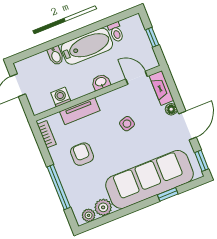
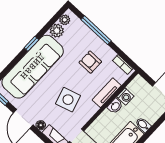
washbasin: (101, 82) -> (115, 106), moved
side table: (127, 124) -> (68, 100), width x1.87, depth x1.87
armchair: (82, 154) -> (90, 62), turned 180
window: (168, 194) -> (31, 44), moved

